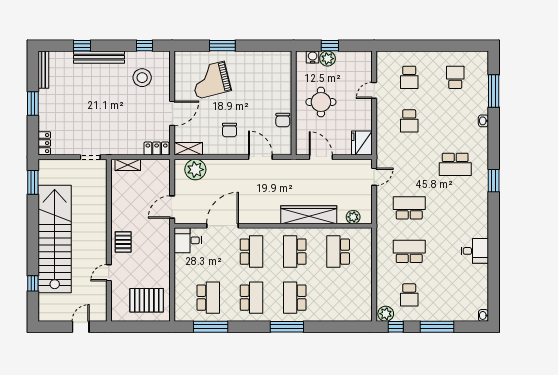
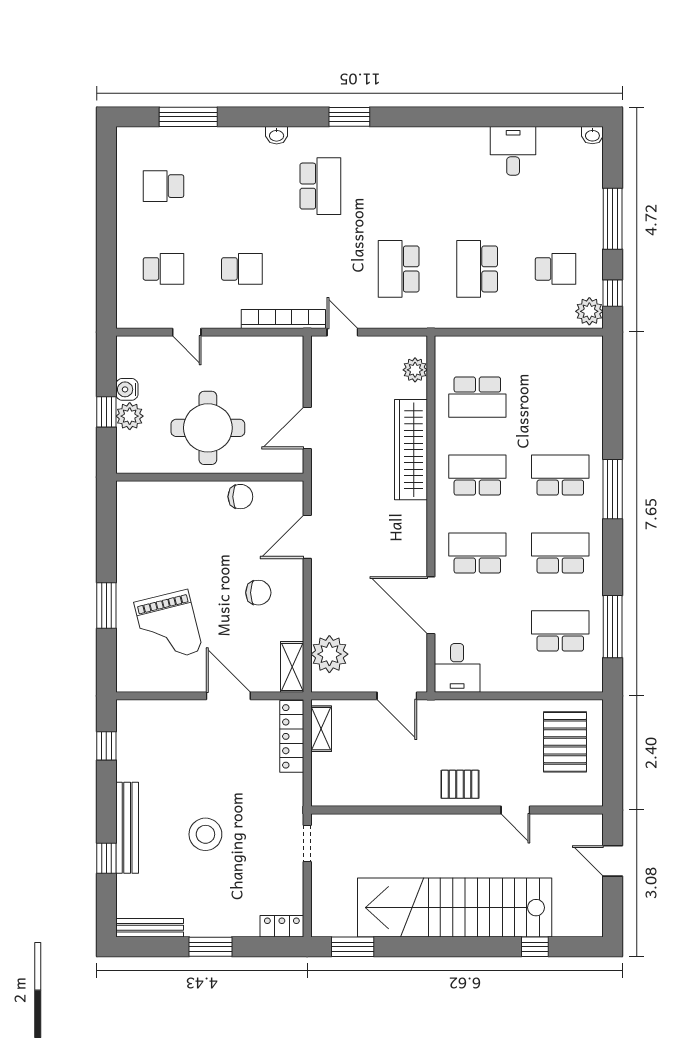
water cooler: (313, 57) -> (127, 389), moved
stool: (142, 78) -> (205, 834), moved
round table: (321, 102) -> (208, 428), width x1.36, depth x1.36
washbasin: (483, 121) -> (277, 135), moved
fridge: (362, 143) -> (282, 354), removed
bookcase: (381, 144) -> (283, 319), added
locker: (157, 149) -> (292, 736), width x1.53
shelving: (128, 165) -> (321, 729), moved
desk: (475, 251) -> (513, 151), moved
school desk: (295, 252) -> (477, 475), turned 180
school desk: (295, 298) -> (560, 475), turned 180

